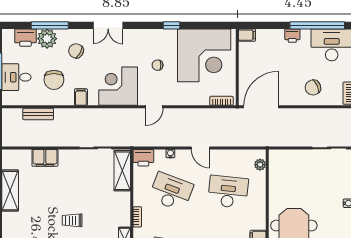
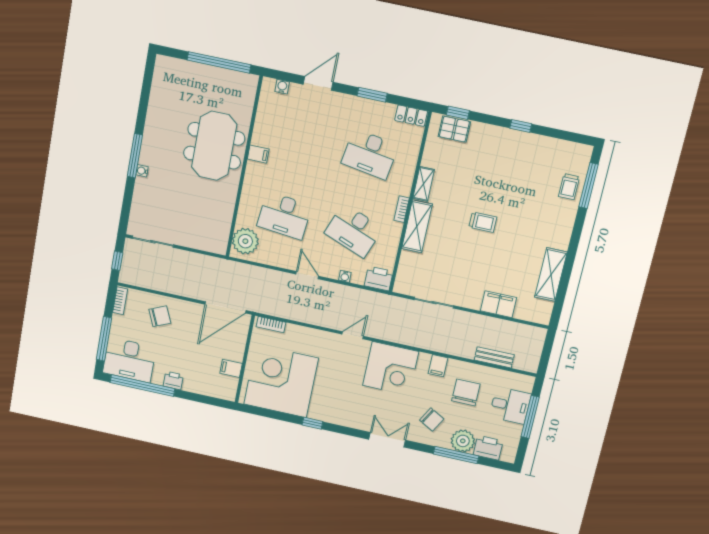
filing cabinet: (247, 35) -> (231, 368), moved
chair: (158, 65) -> (339, 382), removed
plant: (260, 165) -> (245, 241), width x1.88, depth x1.88
shelving: (122, 171) -> (417, 226), moved

